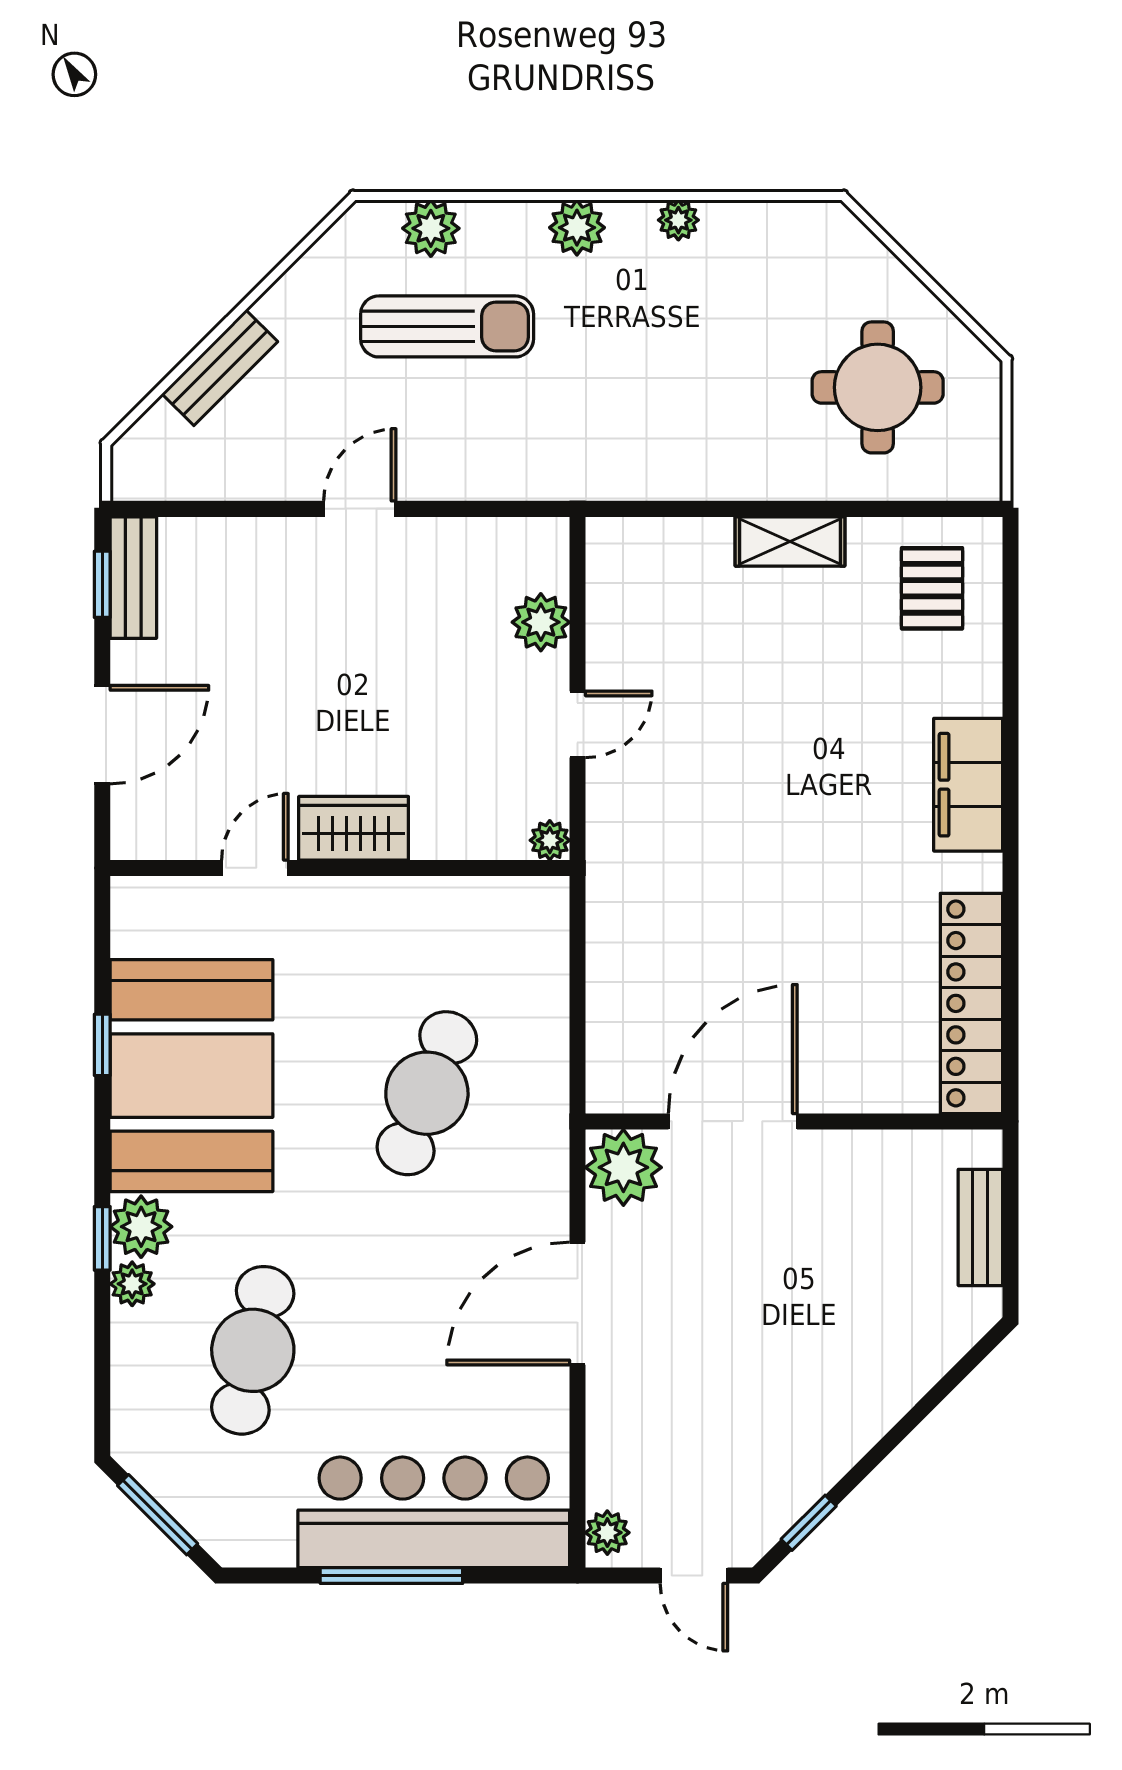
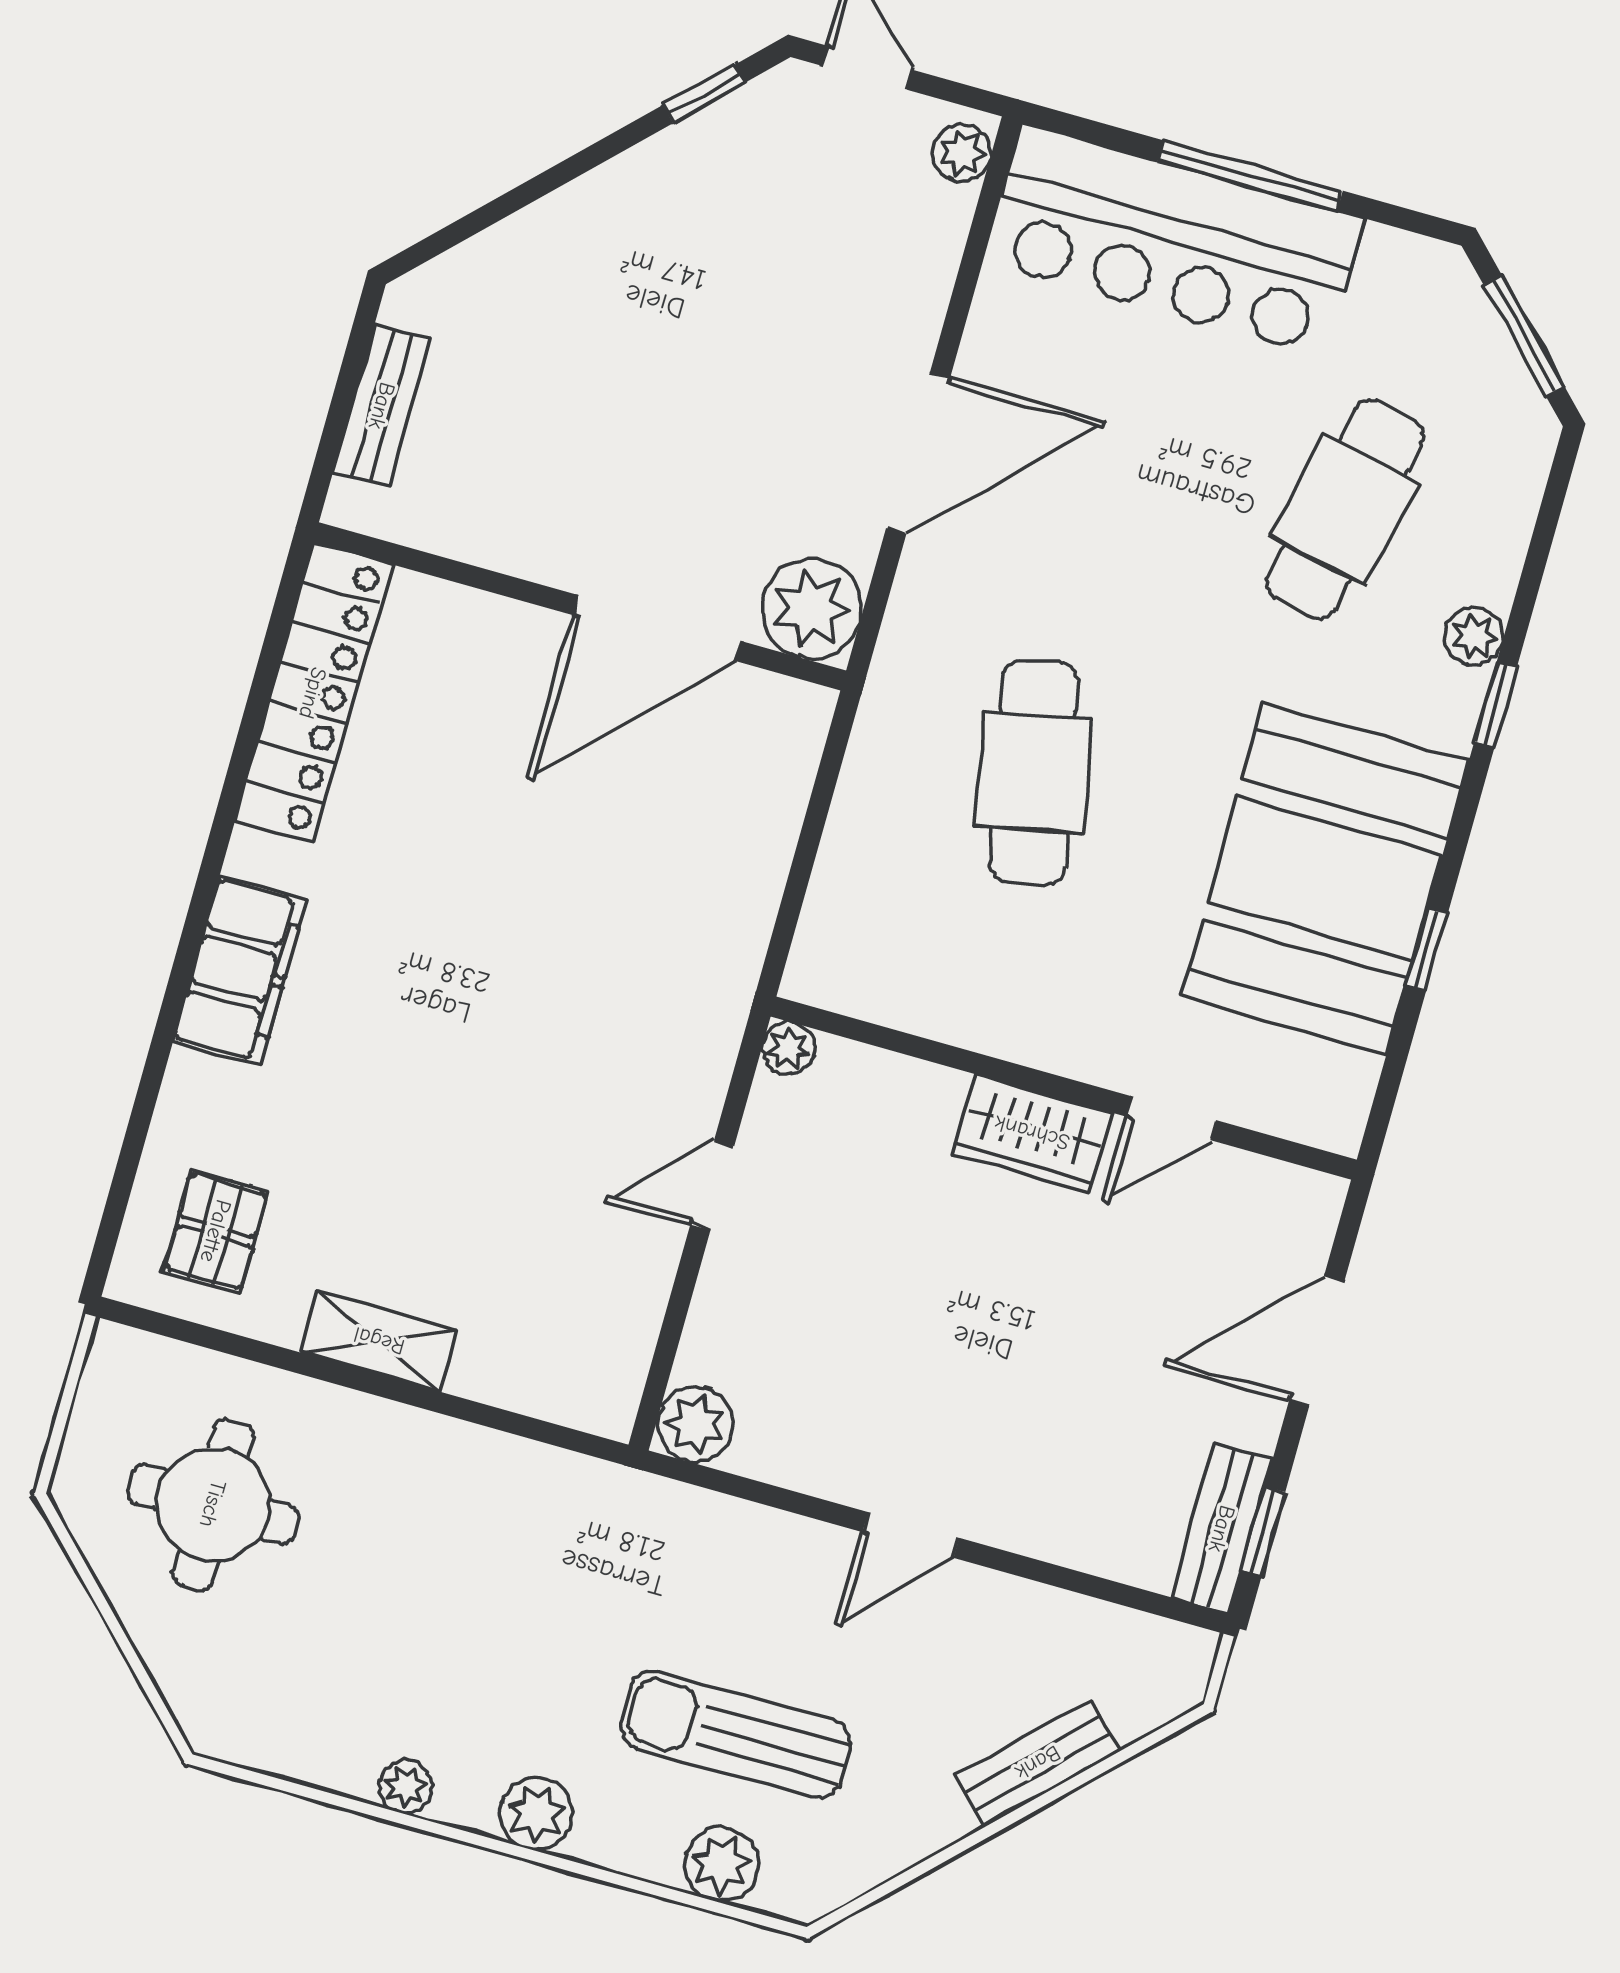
plant: (541, 622) -> (695, 1424), moved
cafe table: (427, 1093) -> (1034, 773), turned -33
plant: (141, 1227) -> (1442, 705), removed

